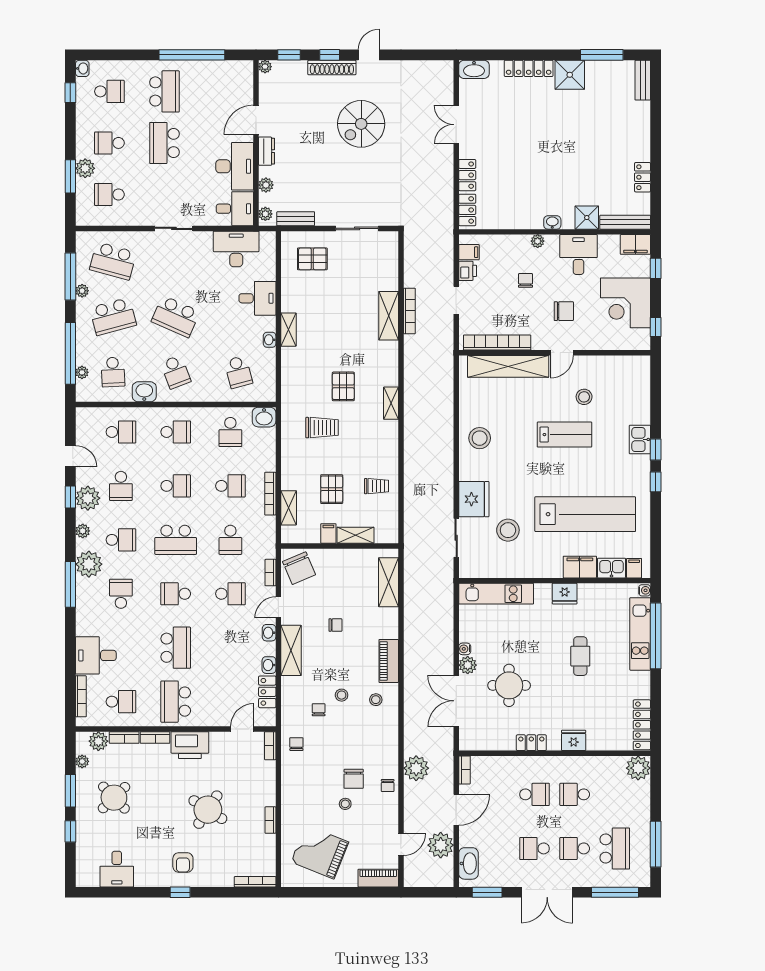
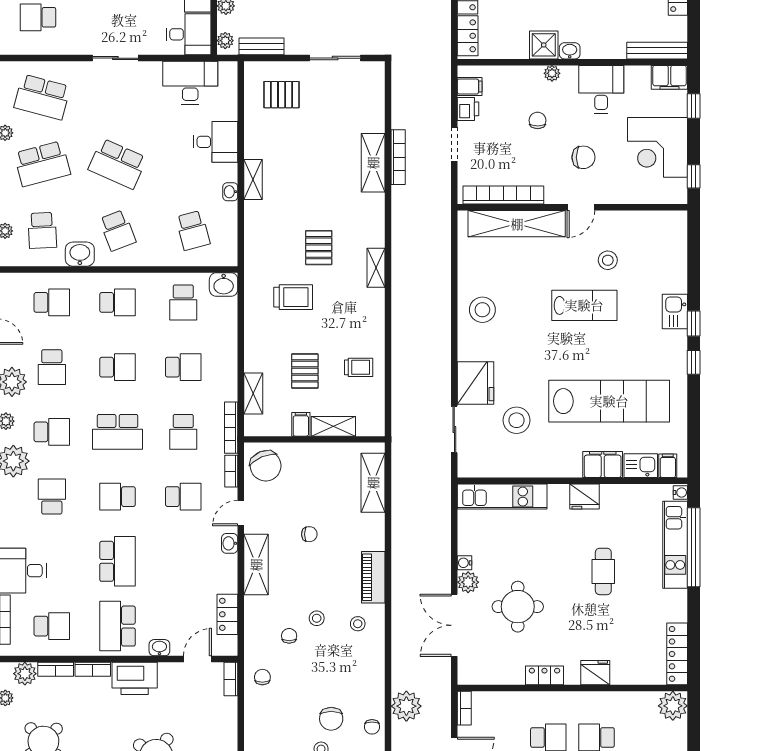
shower: (587, 218) -> (544, 45), moved
bookcase: (270, 494) -> (231, 428), moved
washbasin: (269, 665) -> (159, 648), moved, turned 90

